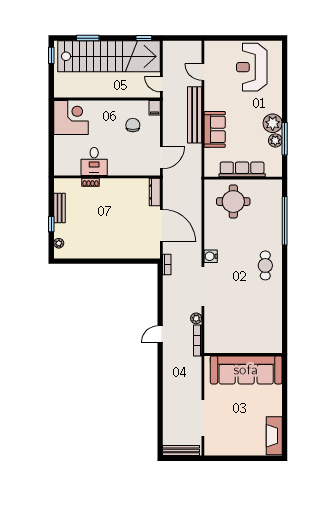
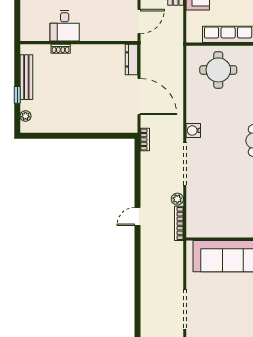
bench: (60, 208) -> (26, 77), width x1.36

